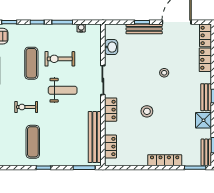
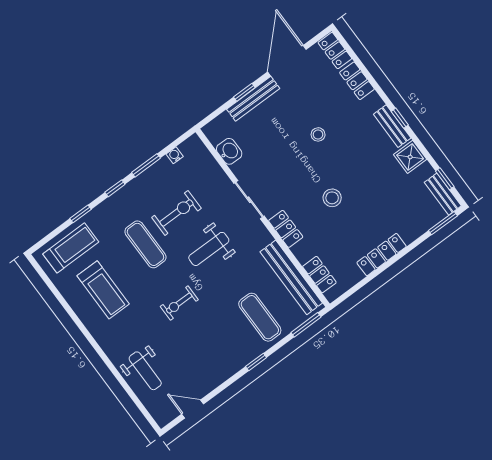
exercise bike: (60, 59) -> (177, 213), turned 180
weight bench: (63, 90) -> (209, 249), turned 180
exercise mat: (33, 142) -> (260, 317), moved
locker: (165, 160) -> (382, 255), moved

